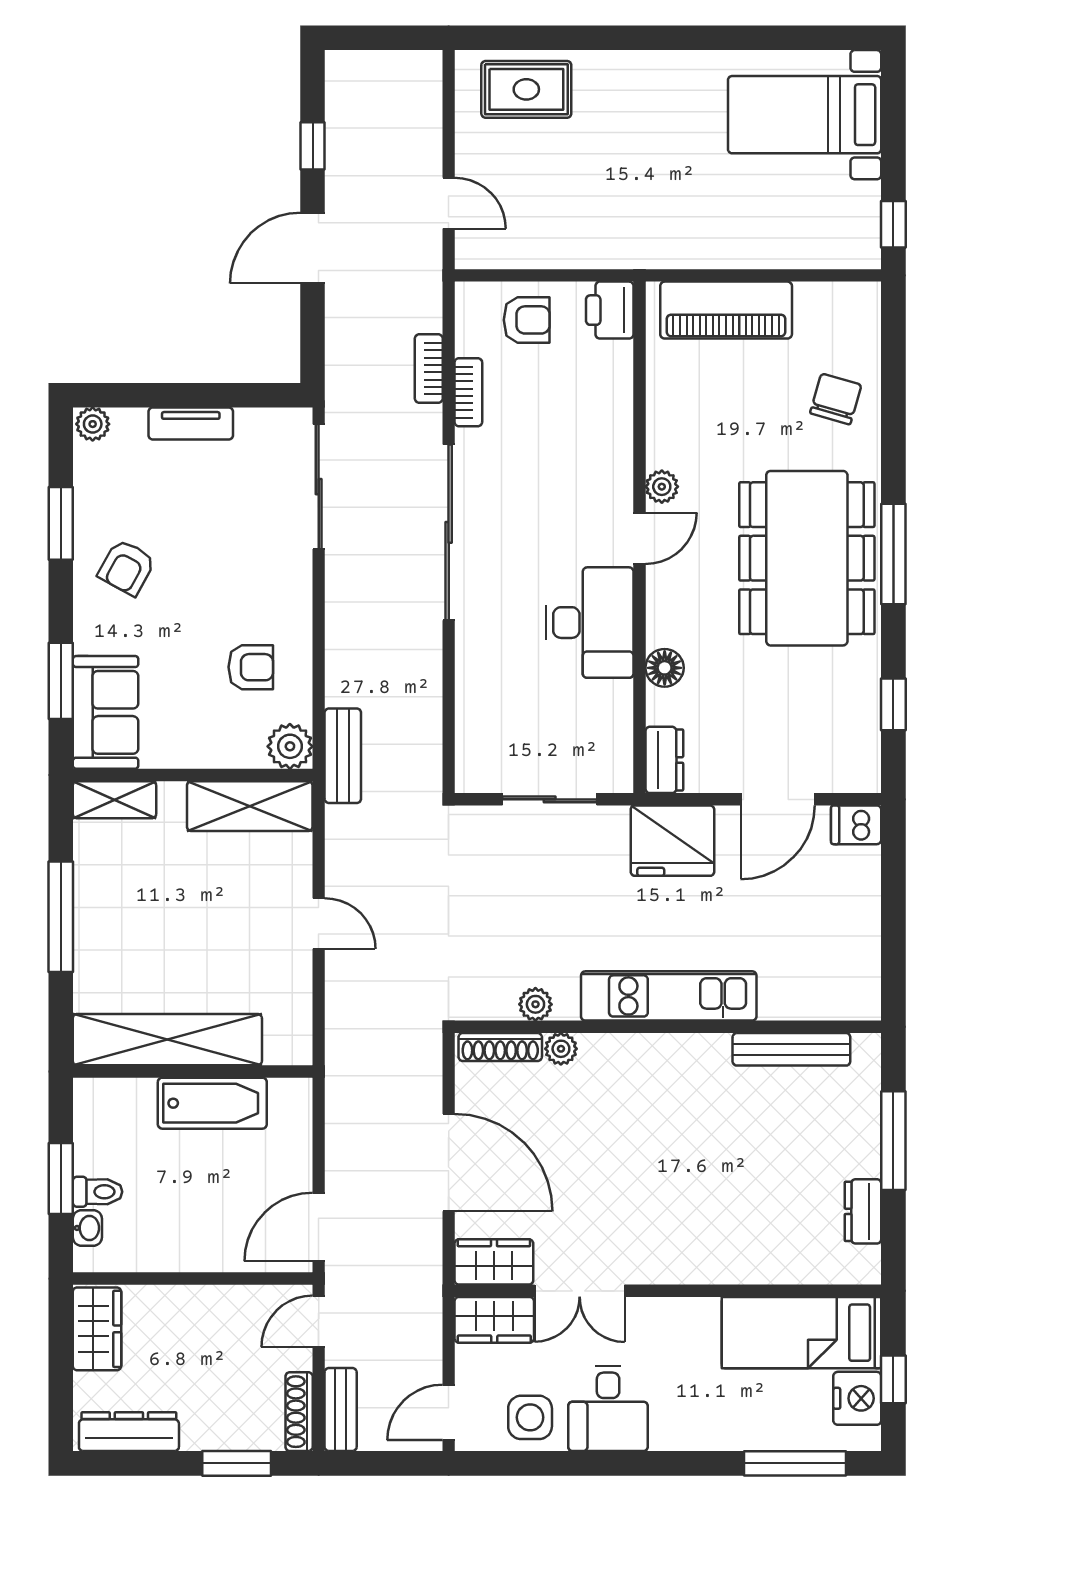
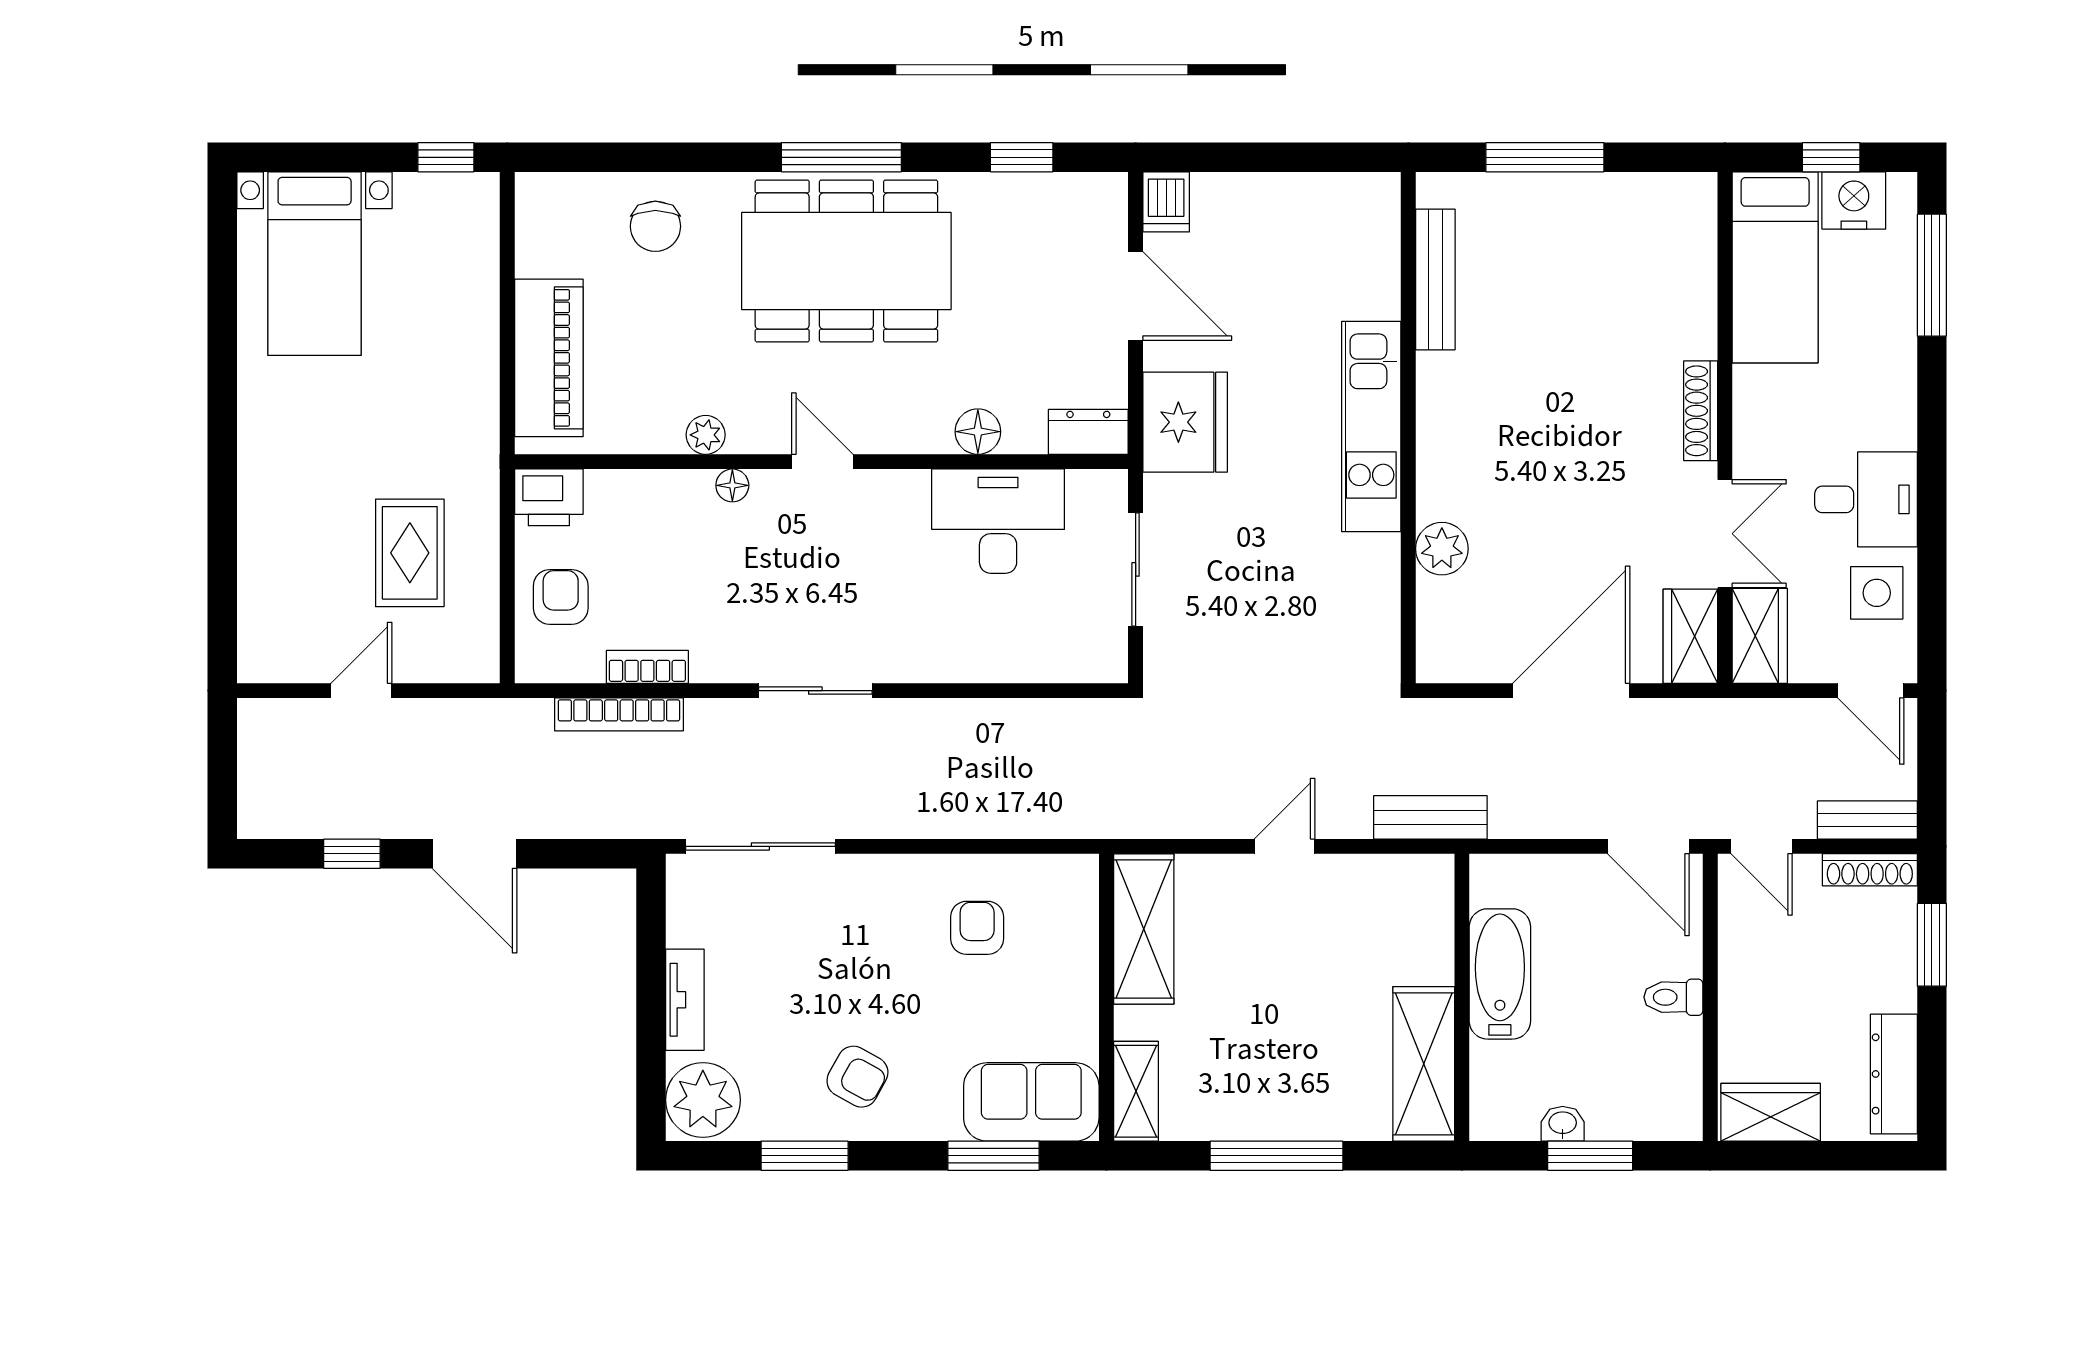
rug: (526, 89) -> (410, 553), moved
door: (449, 203) -> (361, 691), moved
bookcase: (429, 369) -> (619, 714), width x1.56
chair: (836, 399) -> (655, 226), turned -106
plant: (93, 424) -> (703, 1100), width x1.87, depth x1.87
floor lamp: (620, 463) -> (732, 485), added
plant: (662, 487) -> (706, 435), moved
sliding door: (449, 532) -> (815, 691), width x0.54
desk: (590, 623) -> (998, 521), moved
plant: (290, 746) -> (1072, 881), removed
bench: (343, 756) -> (1430, 817), moved
plant: (535, 1004) -> (1381, 586), removed
shelving: (167, 1040) -> (1424, 1064), width x0.68
shoe rack: (500, 1047) -> (1701, 411), moved, turned 180
plant: (561, 1049) -> (1442, 549), width x1.38, depth x1.38
toilet: (98, 1192) -> (1673, 997), moved, turned -90
dresser: (863, 1211) -> (1630, 194), removed
washbasin: (87, 1228) -> (1563, 1124), moved

